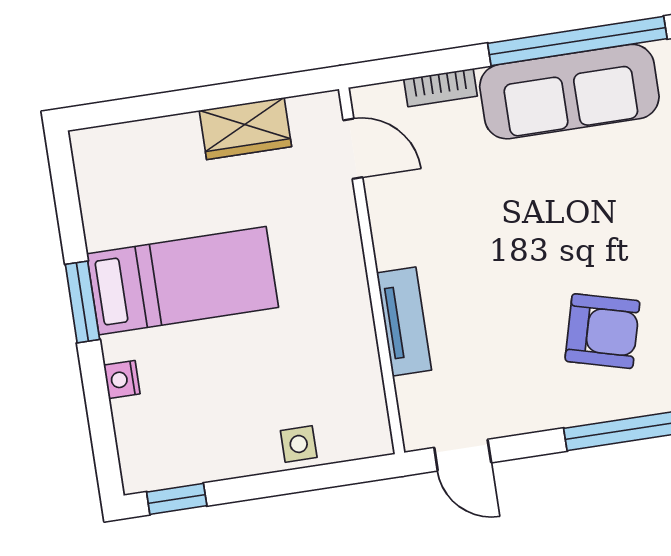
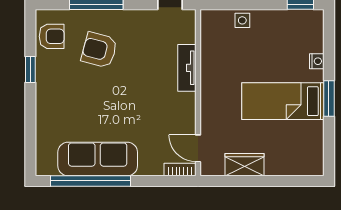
bookcase: (440, 88) -> (180, 170), moved

